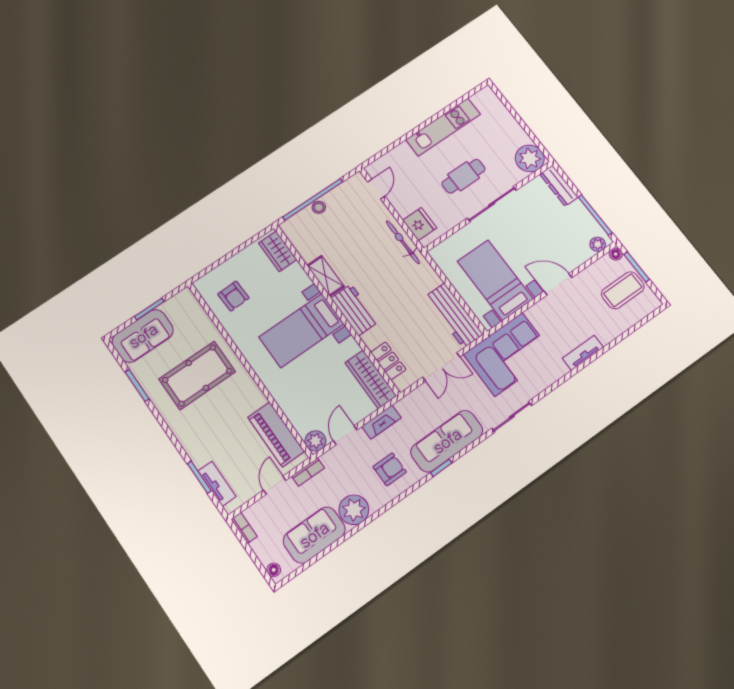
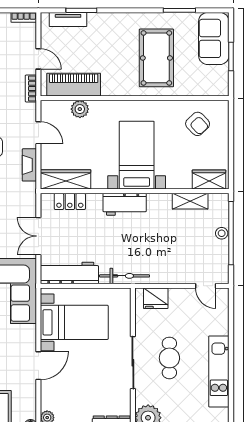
bicycle: (403, 242) -> (124, 276), moved
shelving: (326, 276) -> (190, 201), moved
armchair: (233, 296) -> (198, 124), turned -132
plant: (315, 441) -> (80, 109), moved

